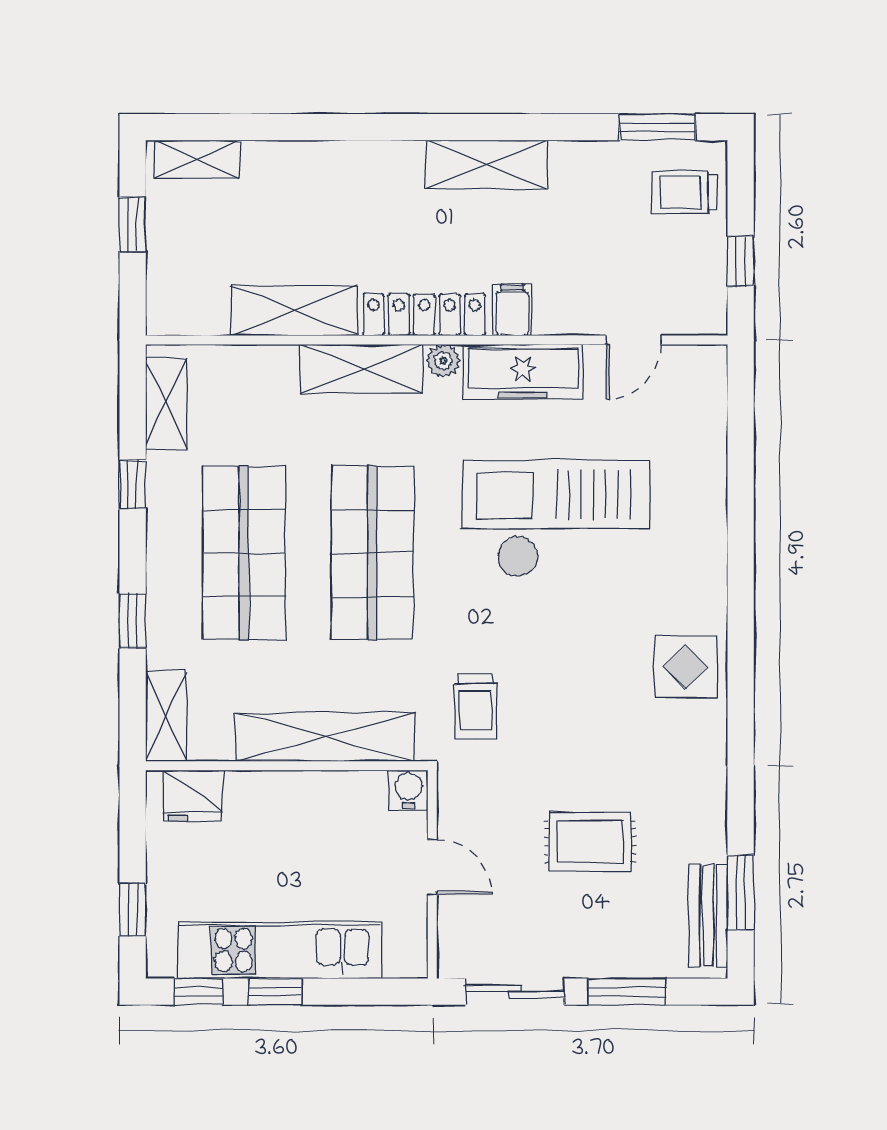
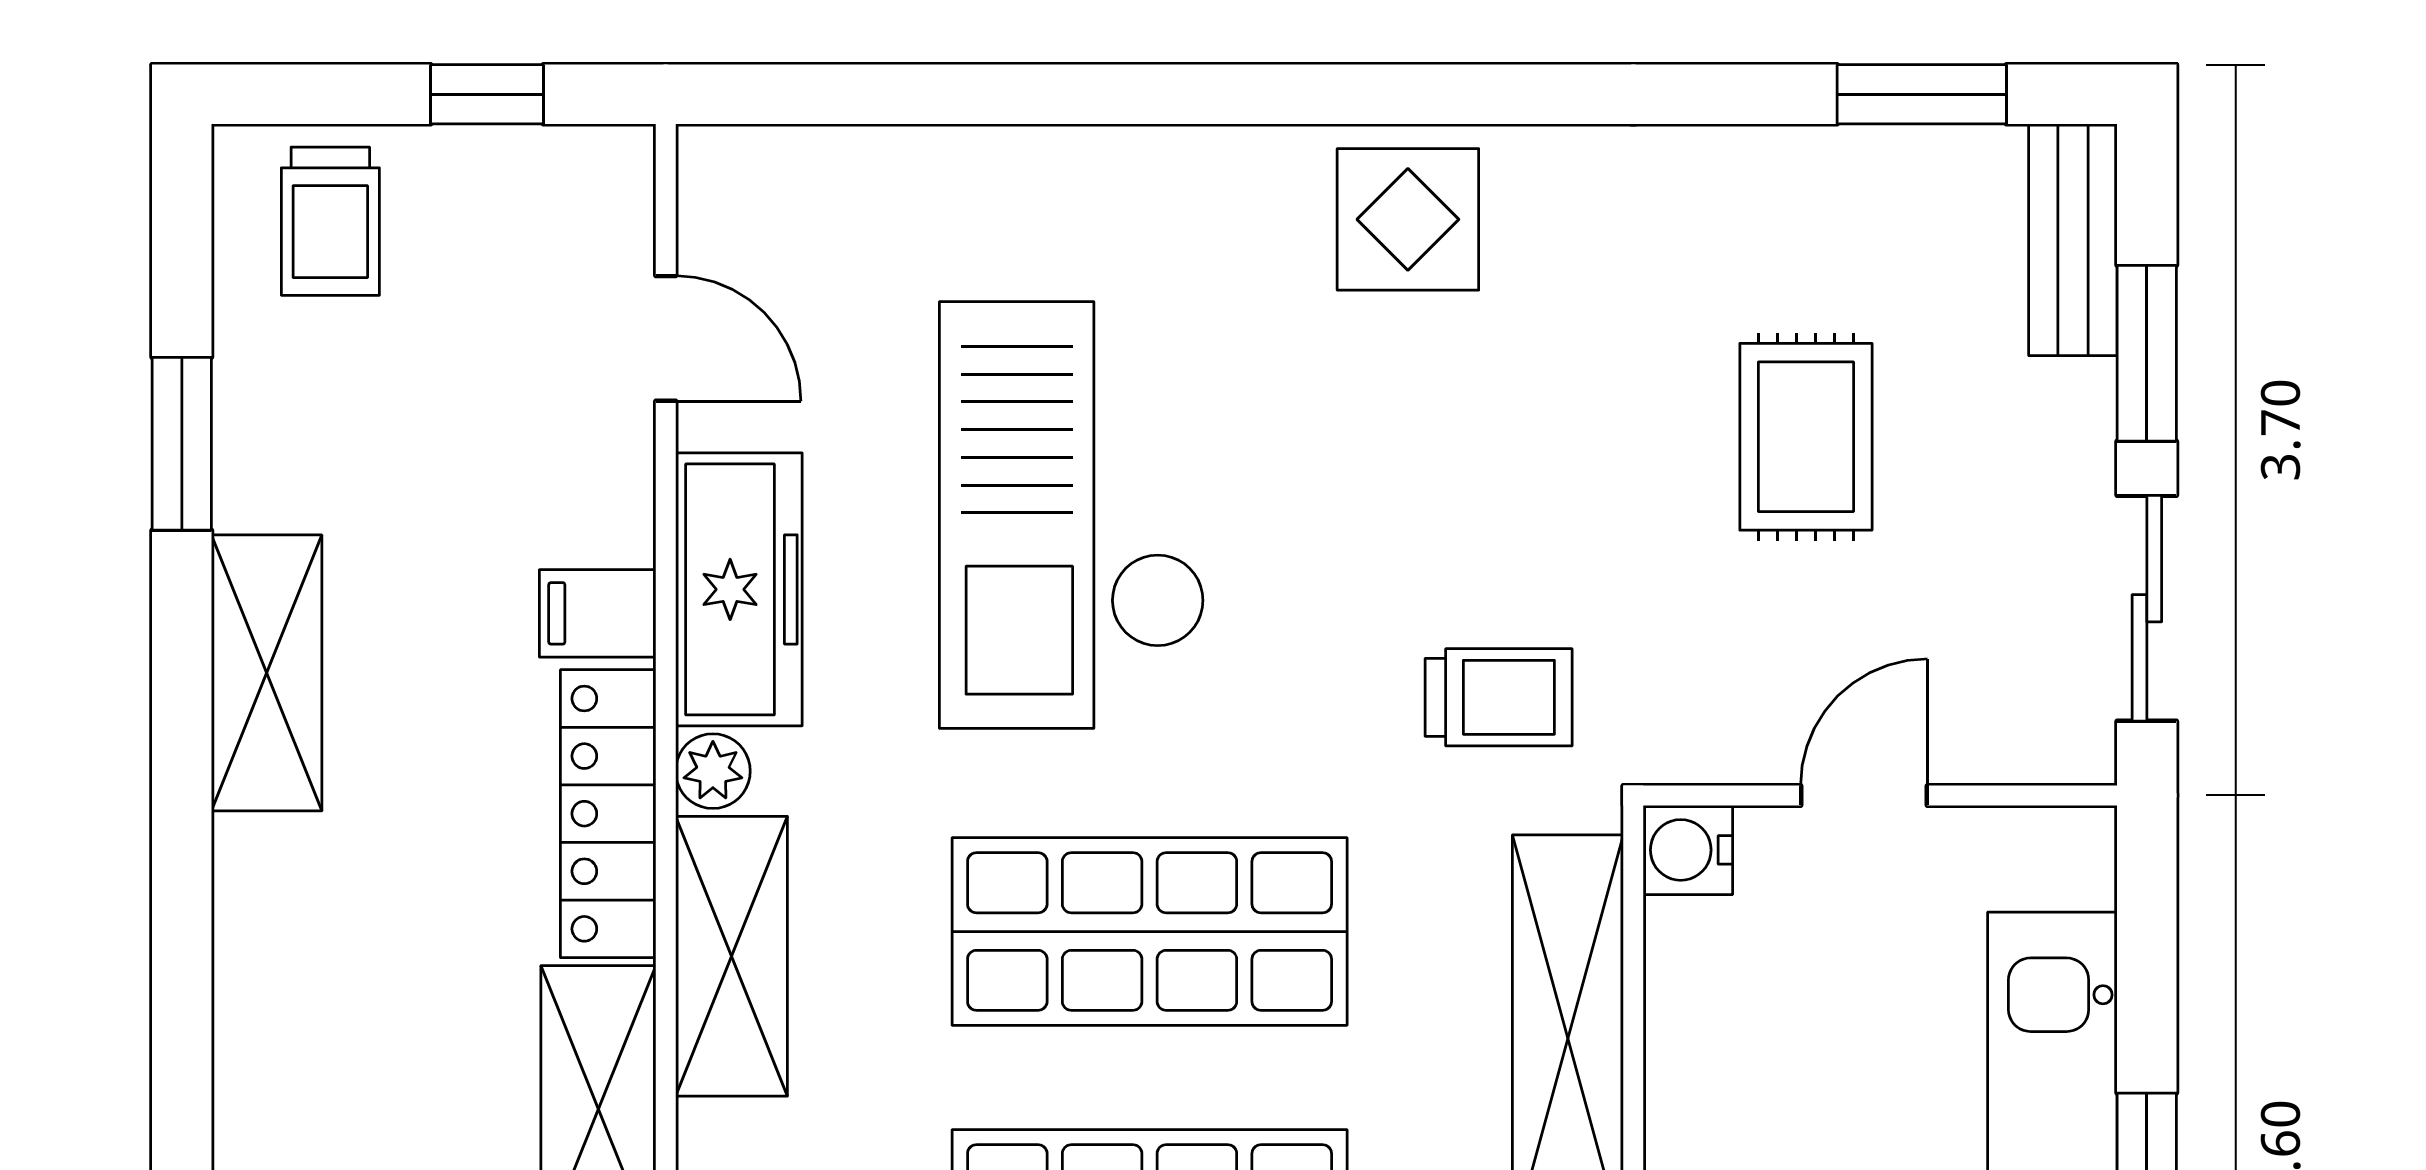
window: (657, 127) -> (182, 444), moved
bench: (708, 916) -> (2073, 240), moved, turned 90

